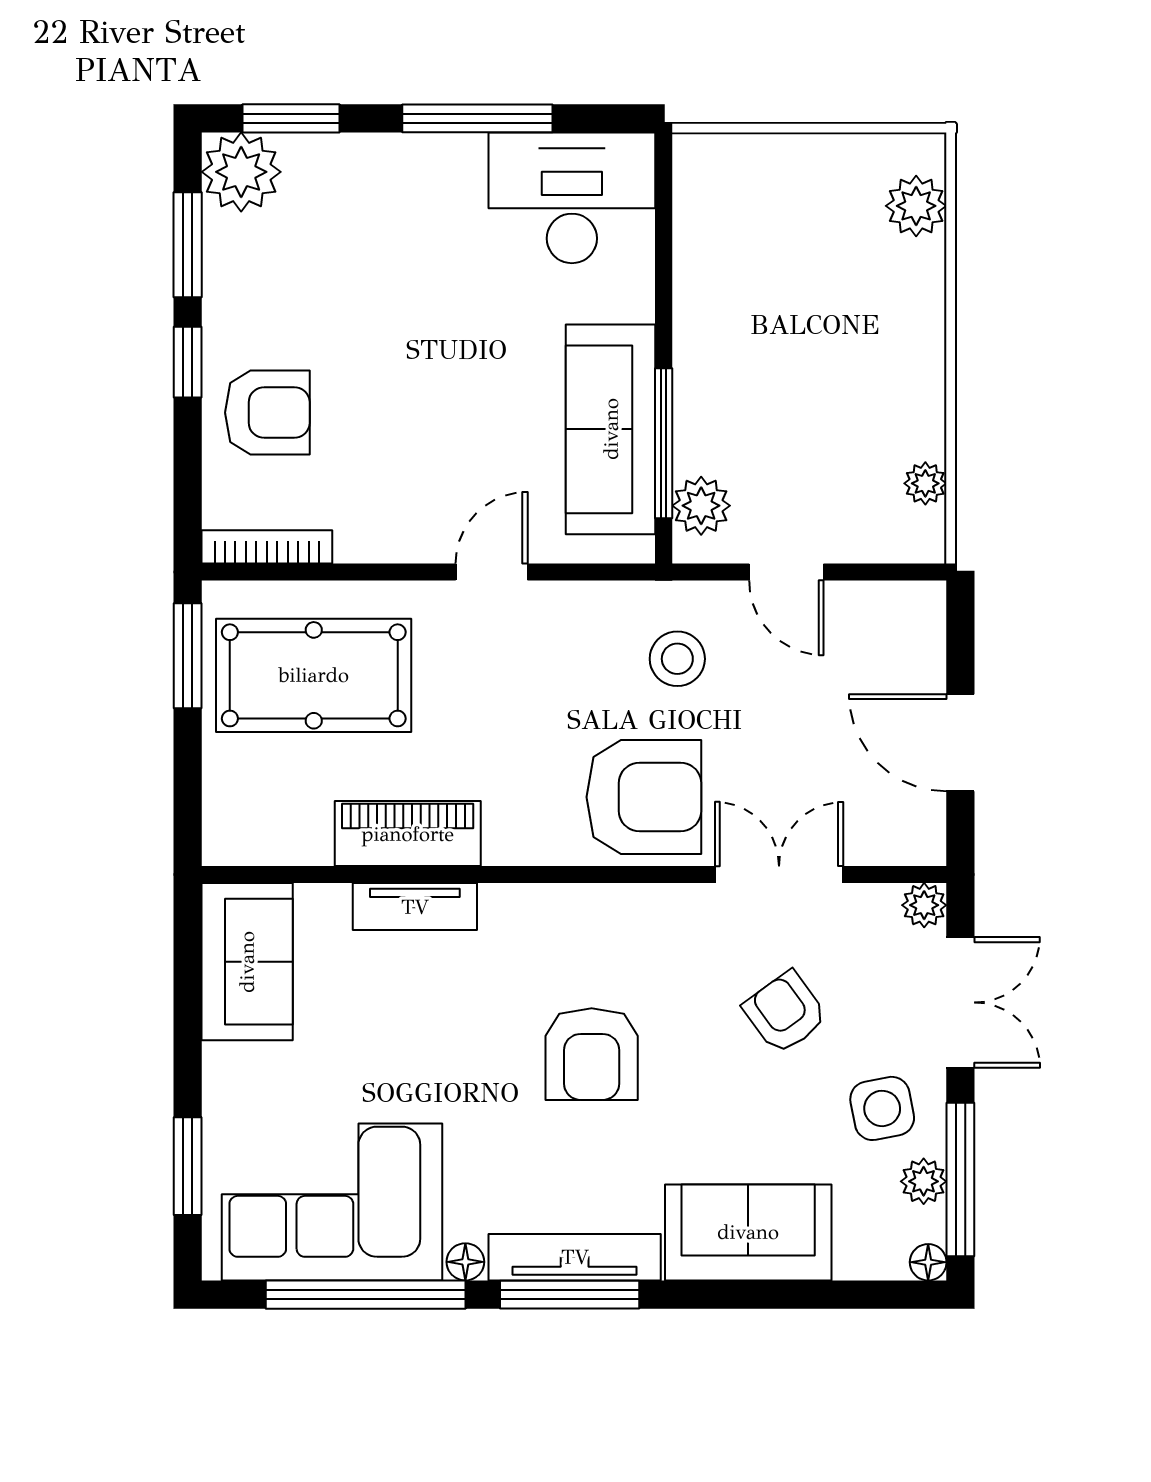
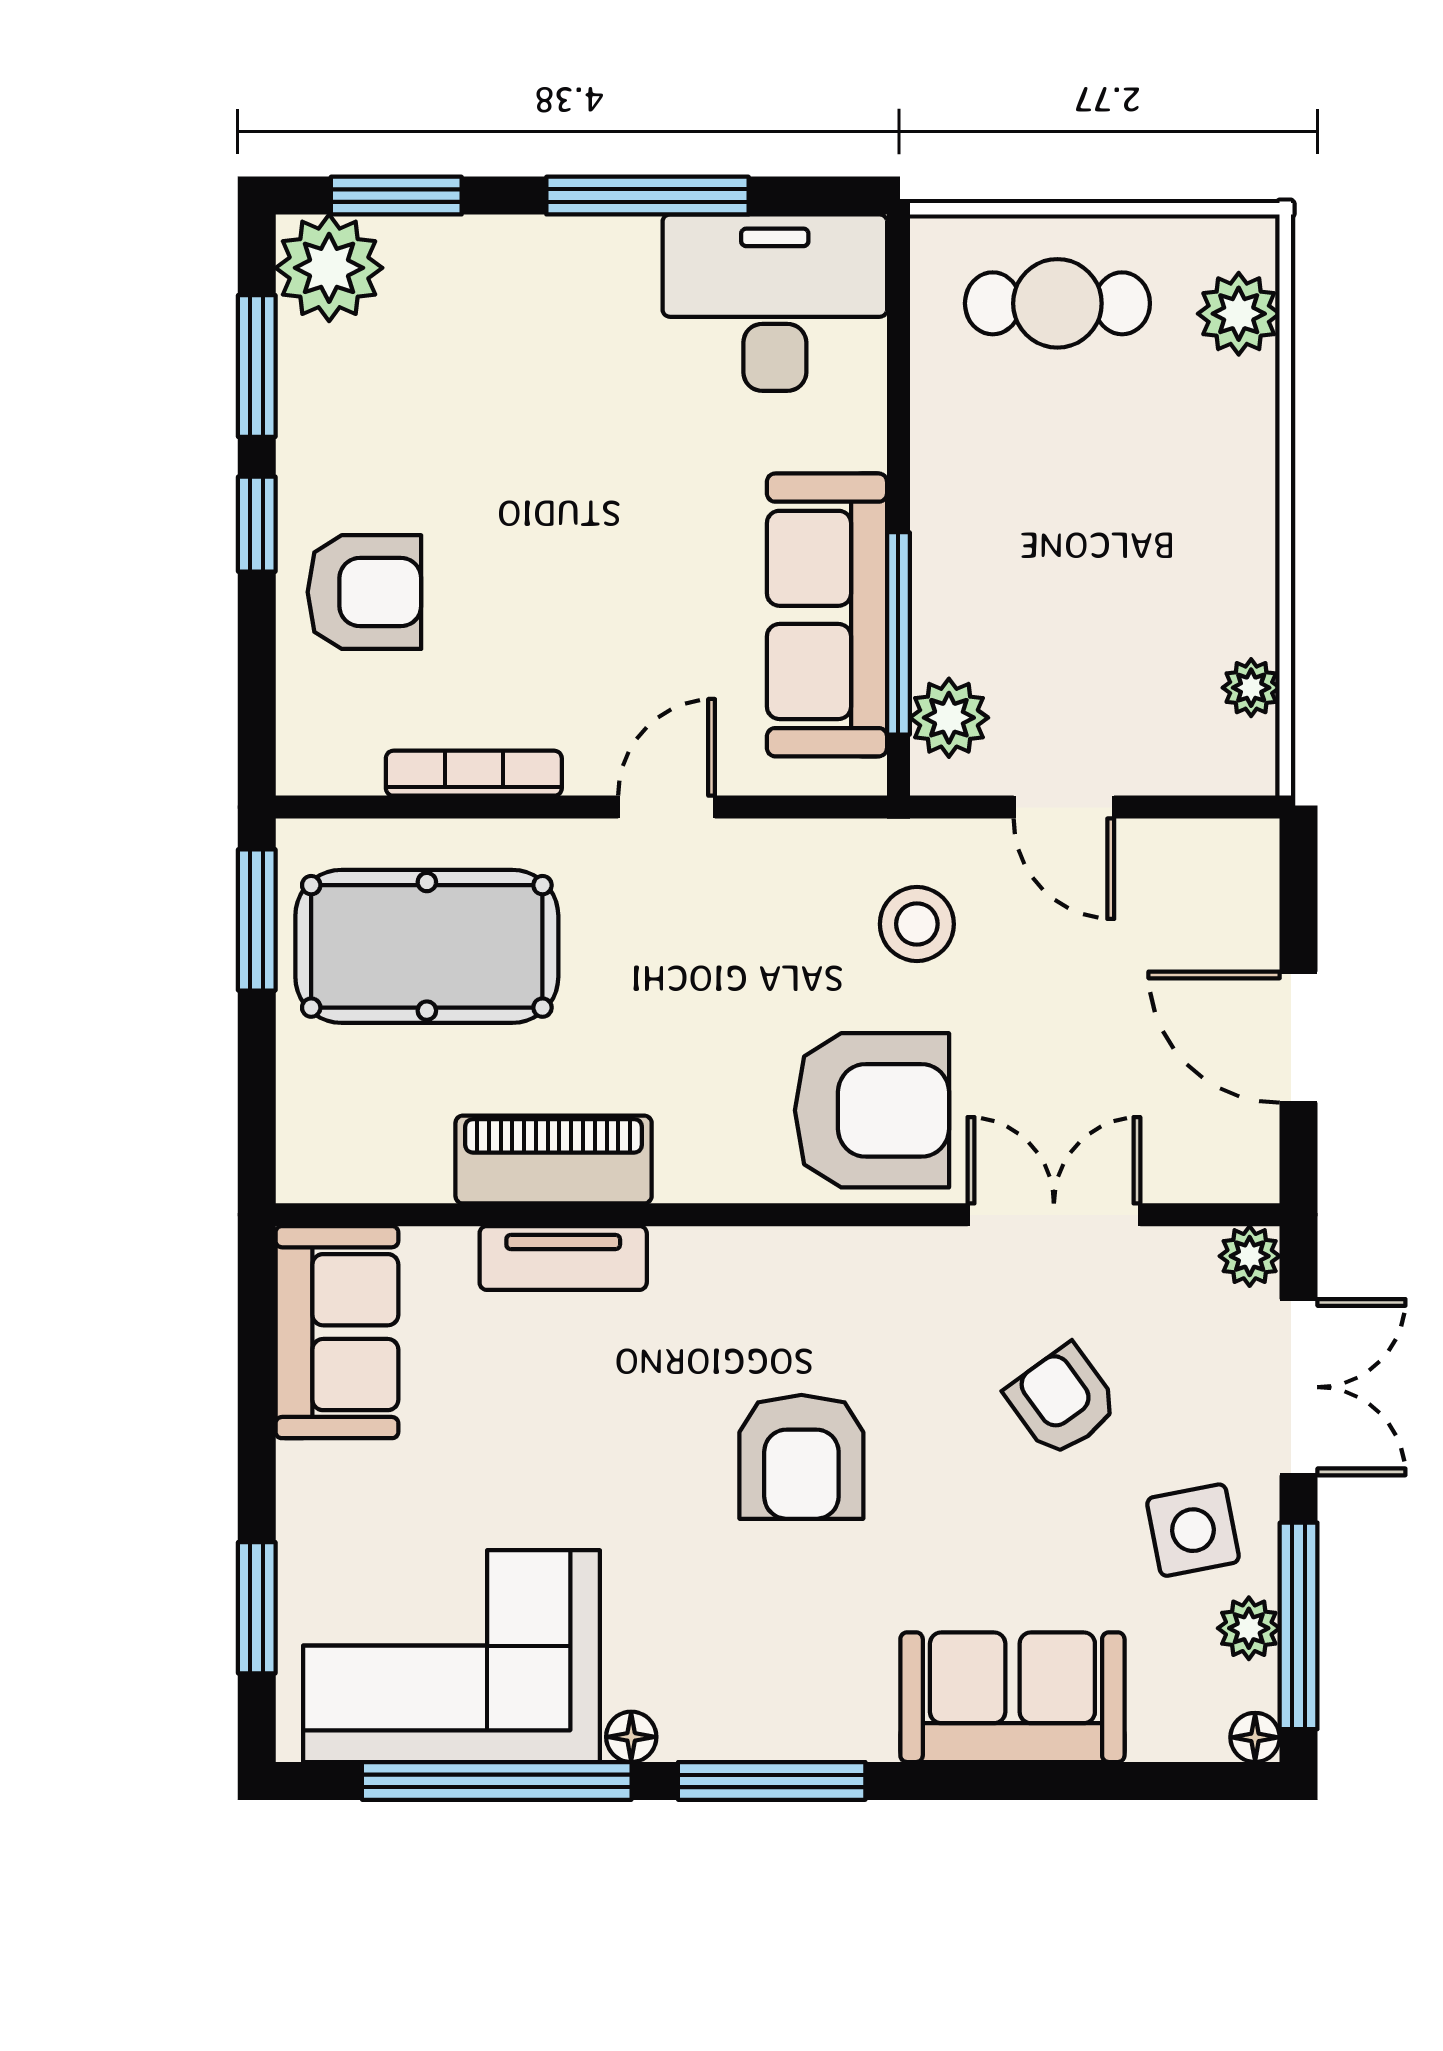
cafe table: (782, 198) -> (1057, 303), added
bookcase: (267, 547) -> (474, 773), moved
tv unit: (575, 1257) -> (778, 1731), removed

